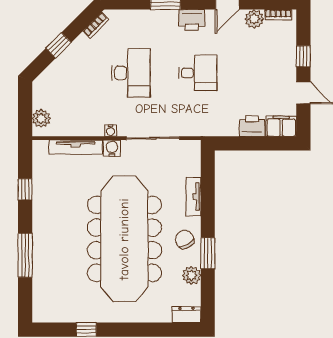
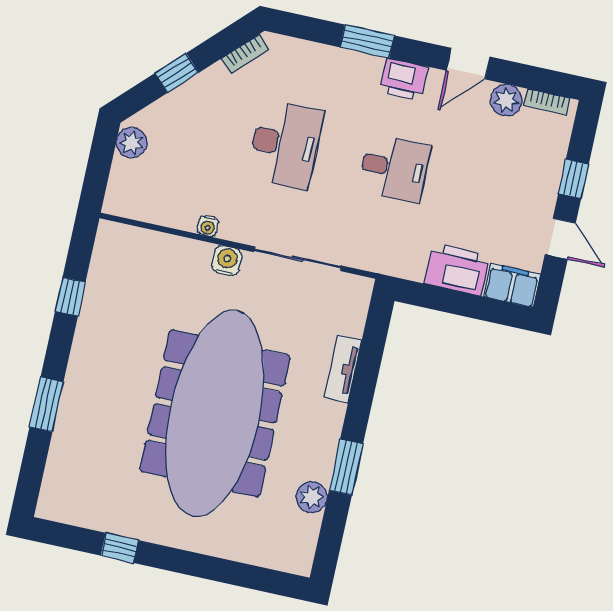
plant: (41, 118) -> (132, 143), moved
printer: (252, 126) -> (457, 270), width x1.37, depth x1.19
water cooler: (111, 131) -> (208, 226), moved
tv unit: (76, 147) -> (168, 246), removed
chair: (185, 239) -> (313, 436), removed
window: (25, 255) -> (47, 404), width x0.69
dresser: (187, 315) -> (289, 559), removed

